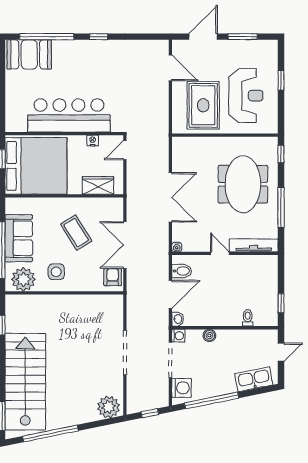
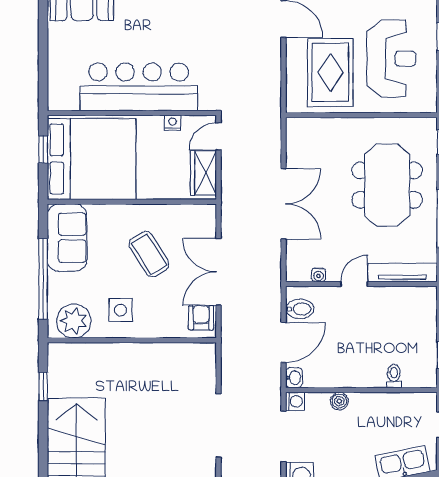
wardrobe: (98, 185) -> (204, 173), moved, turned -90
sofa: (19, 238) -> (67, 238), moved
water cooler: (177, 247) -> (319, 275), moved
door: (220, 253) -> (354, 284), hinge flipped

